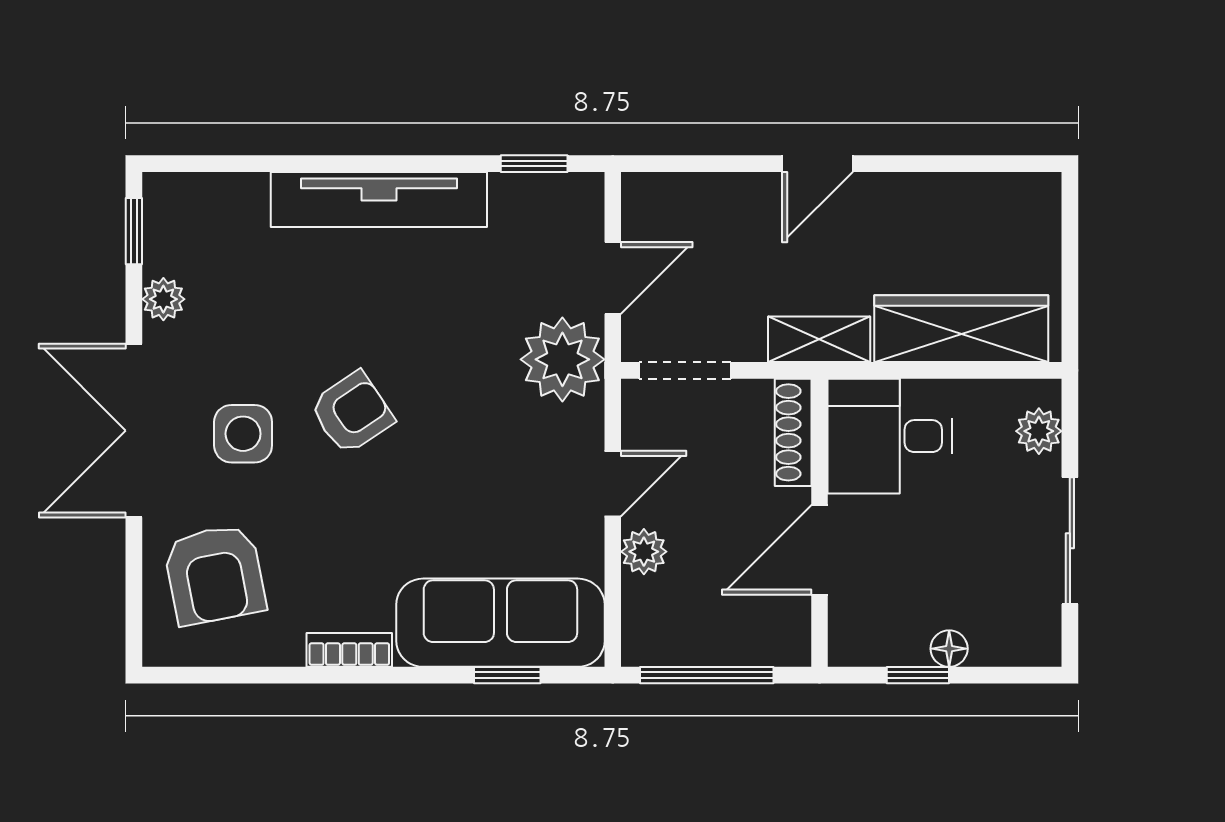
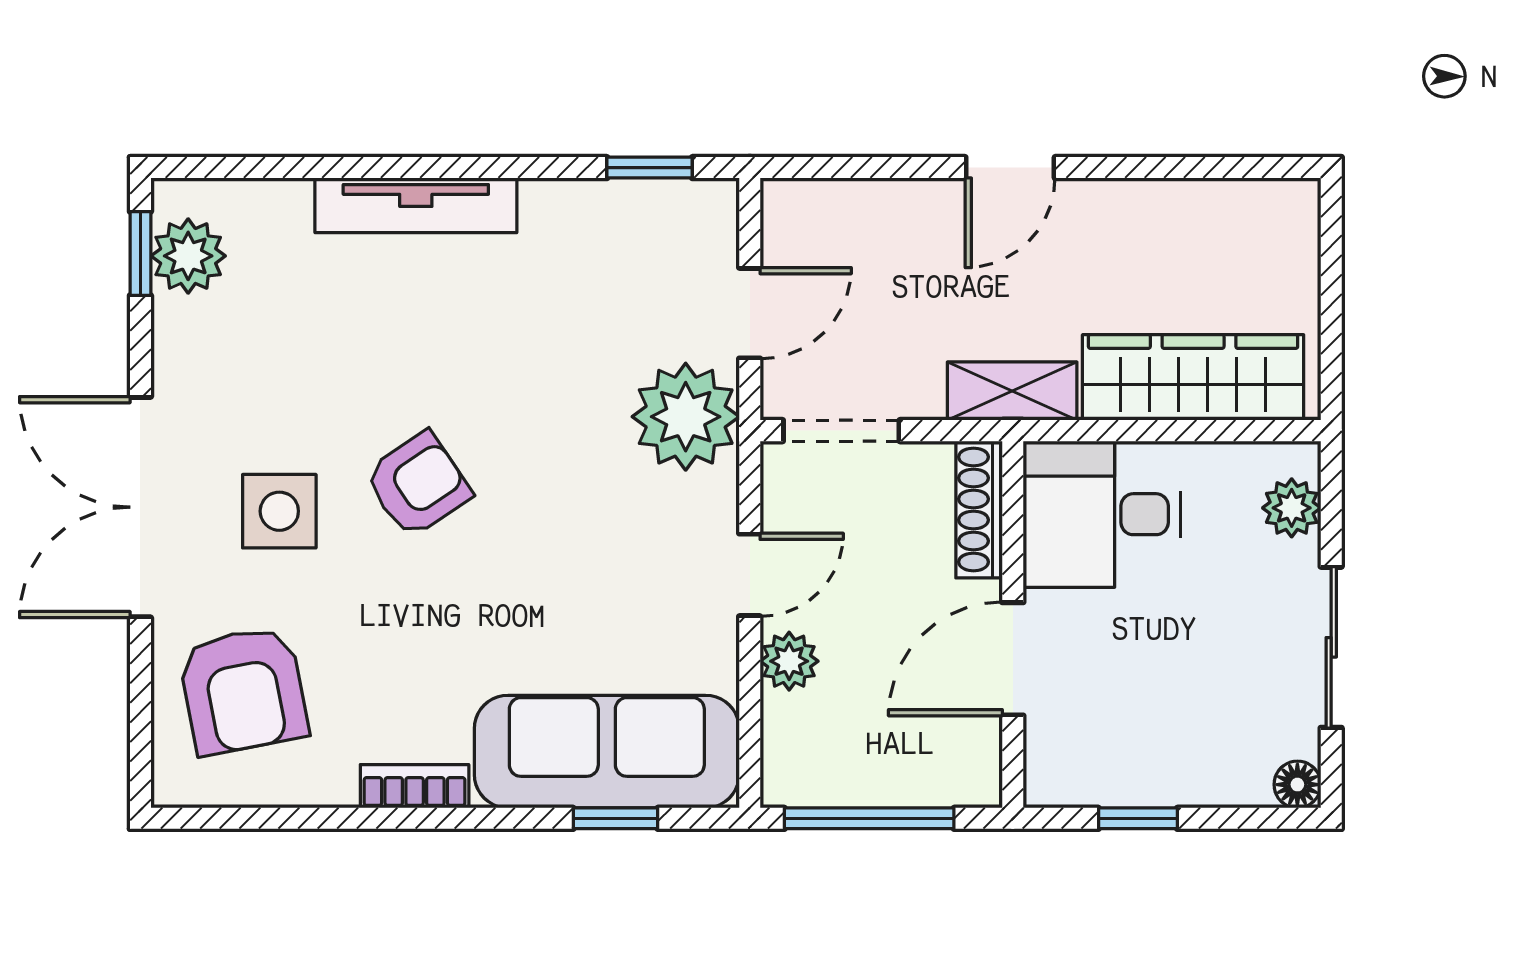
tv unit: (379, 199) -> (416, 205), width x0.73, depth x0.78
plant: (163, 299) -> (188, 256), moved, width x1.38, depth x1.38
floor lamp: (949, 649) -> (1297, 785), moved

